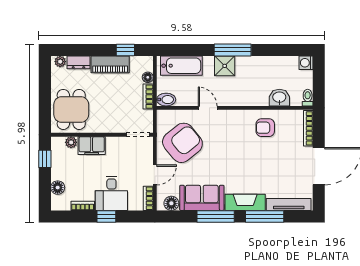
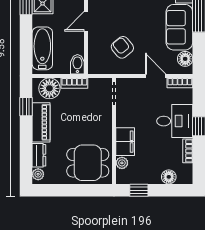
floor lamp: (148, 77) -> (49, 88), width x1.89, depth x1.89
armchair: (182, 143) -> (122, 47), width x0.53, depth x0.53

